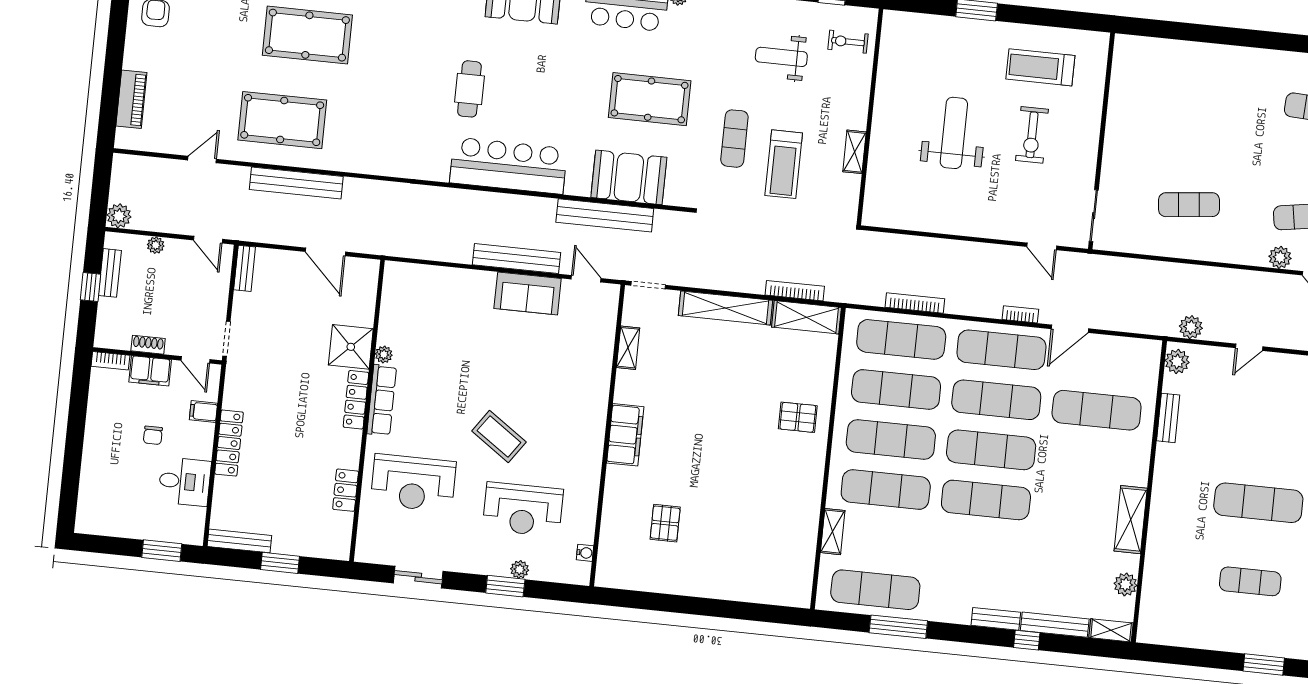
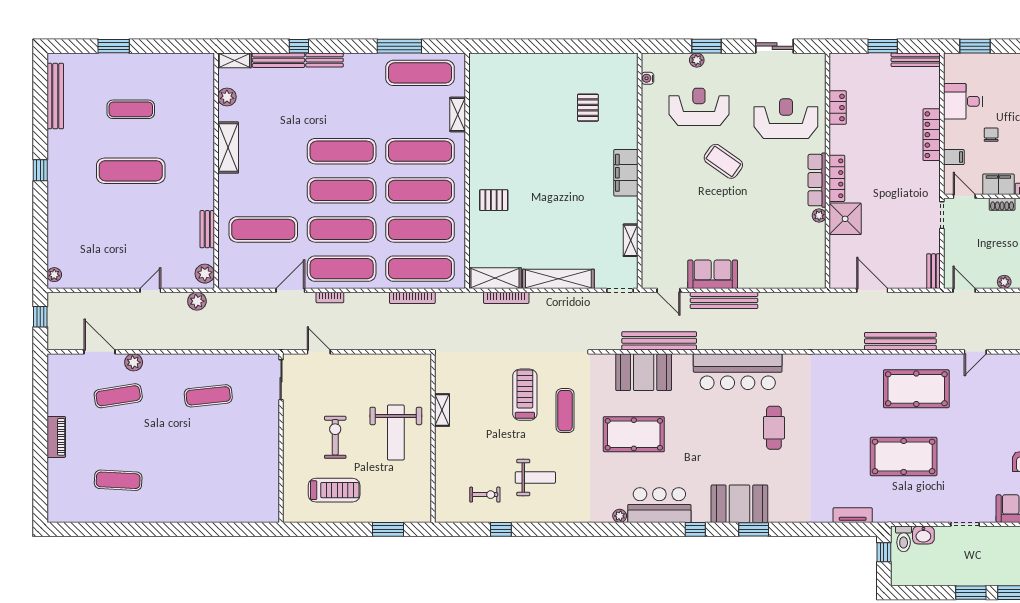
wall: (870, 117) -> (433, 438), moved
shelving: (855, 152) -> (442, 410), moved

